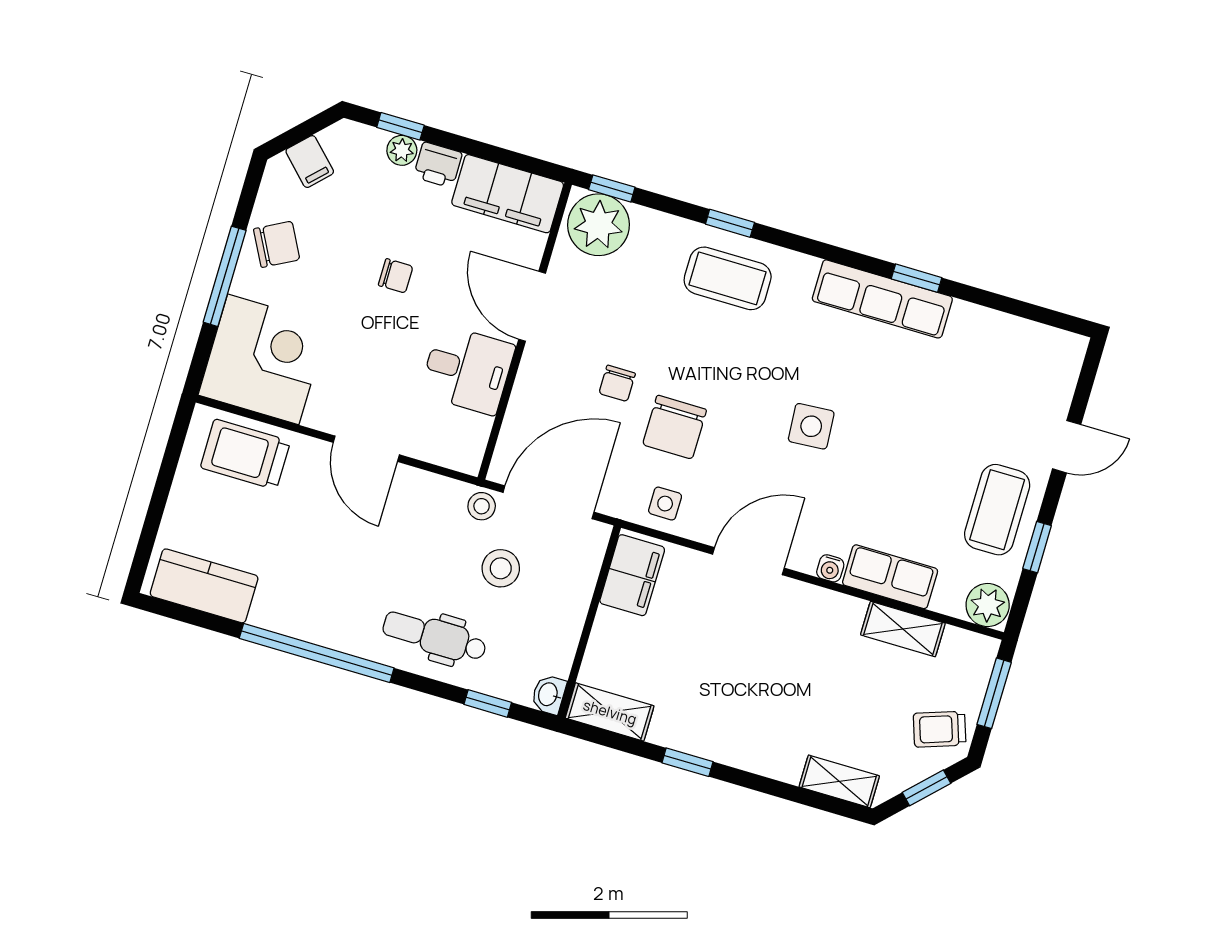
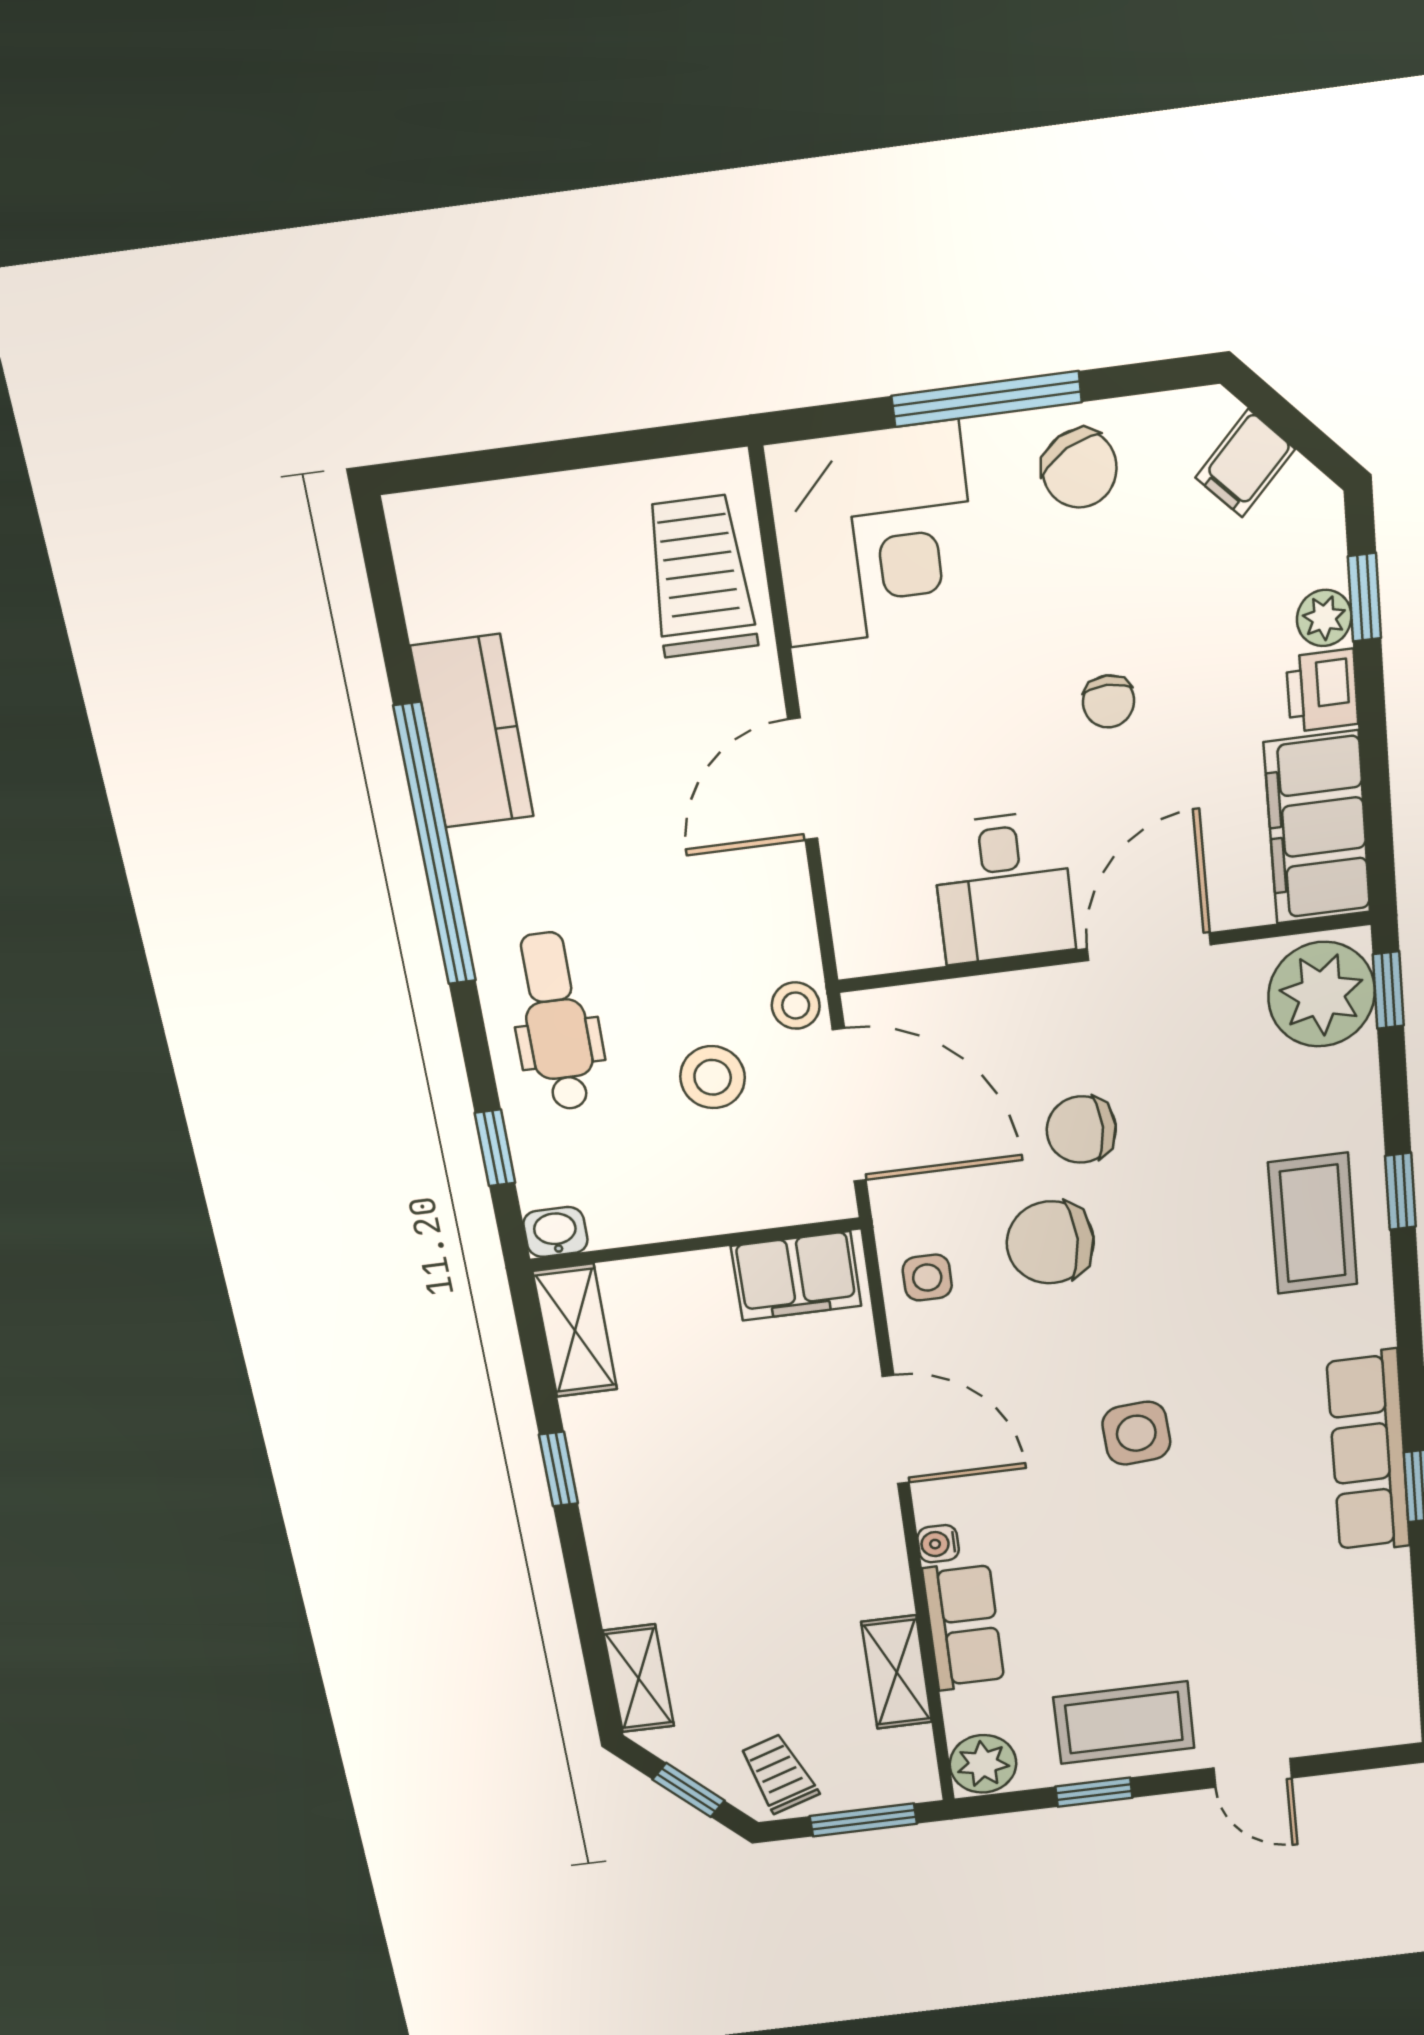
chair: (617, 383) -> (1081, 1130), width x1.37, depth x1.37
kitchen counter: (204, 586) -> (472, 732), moved

